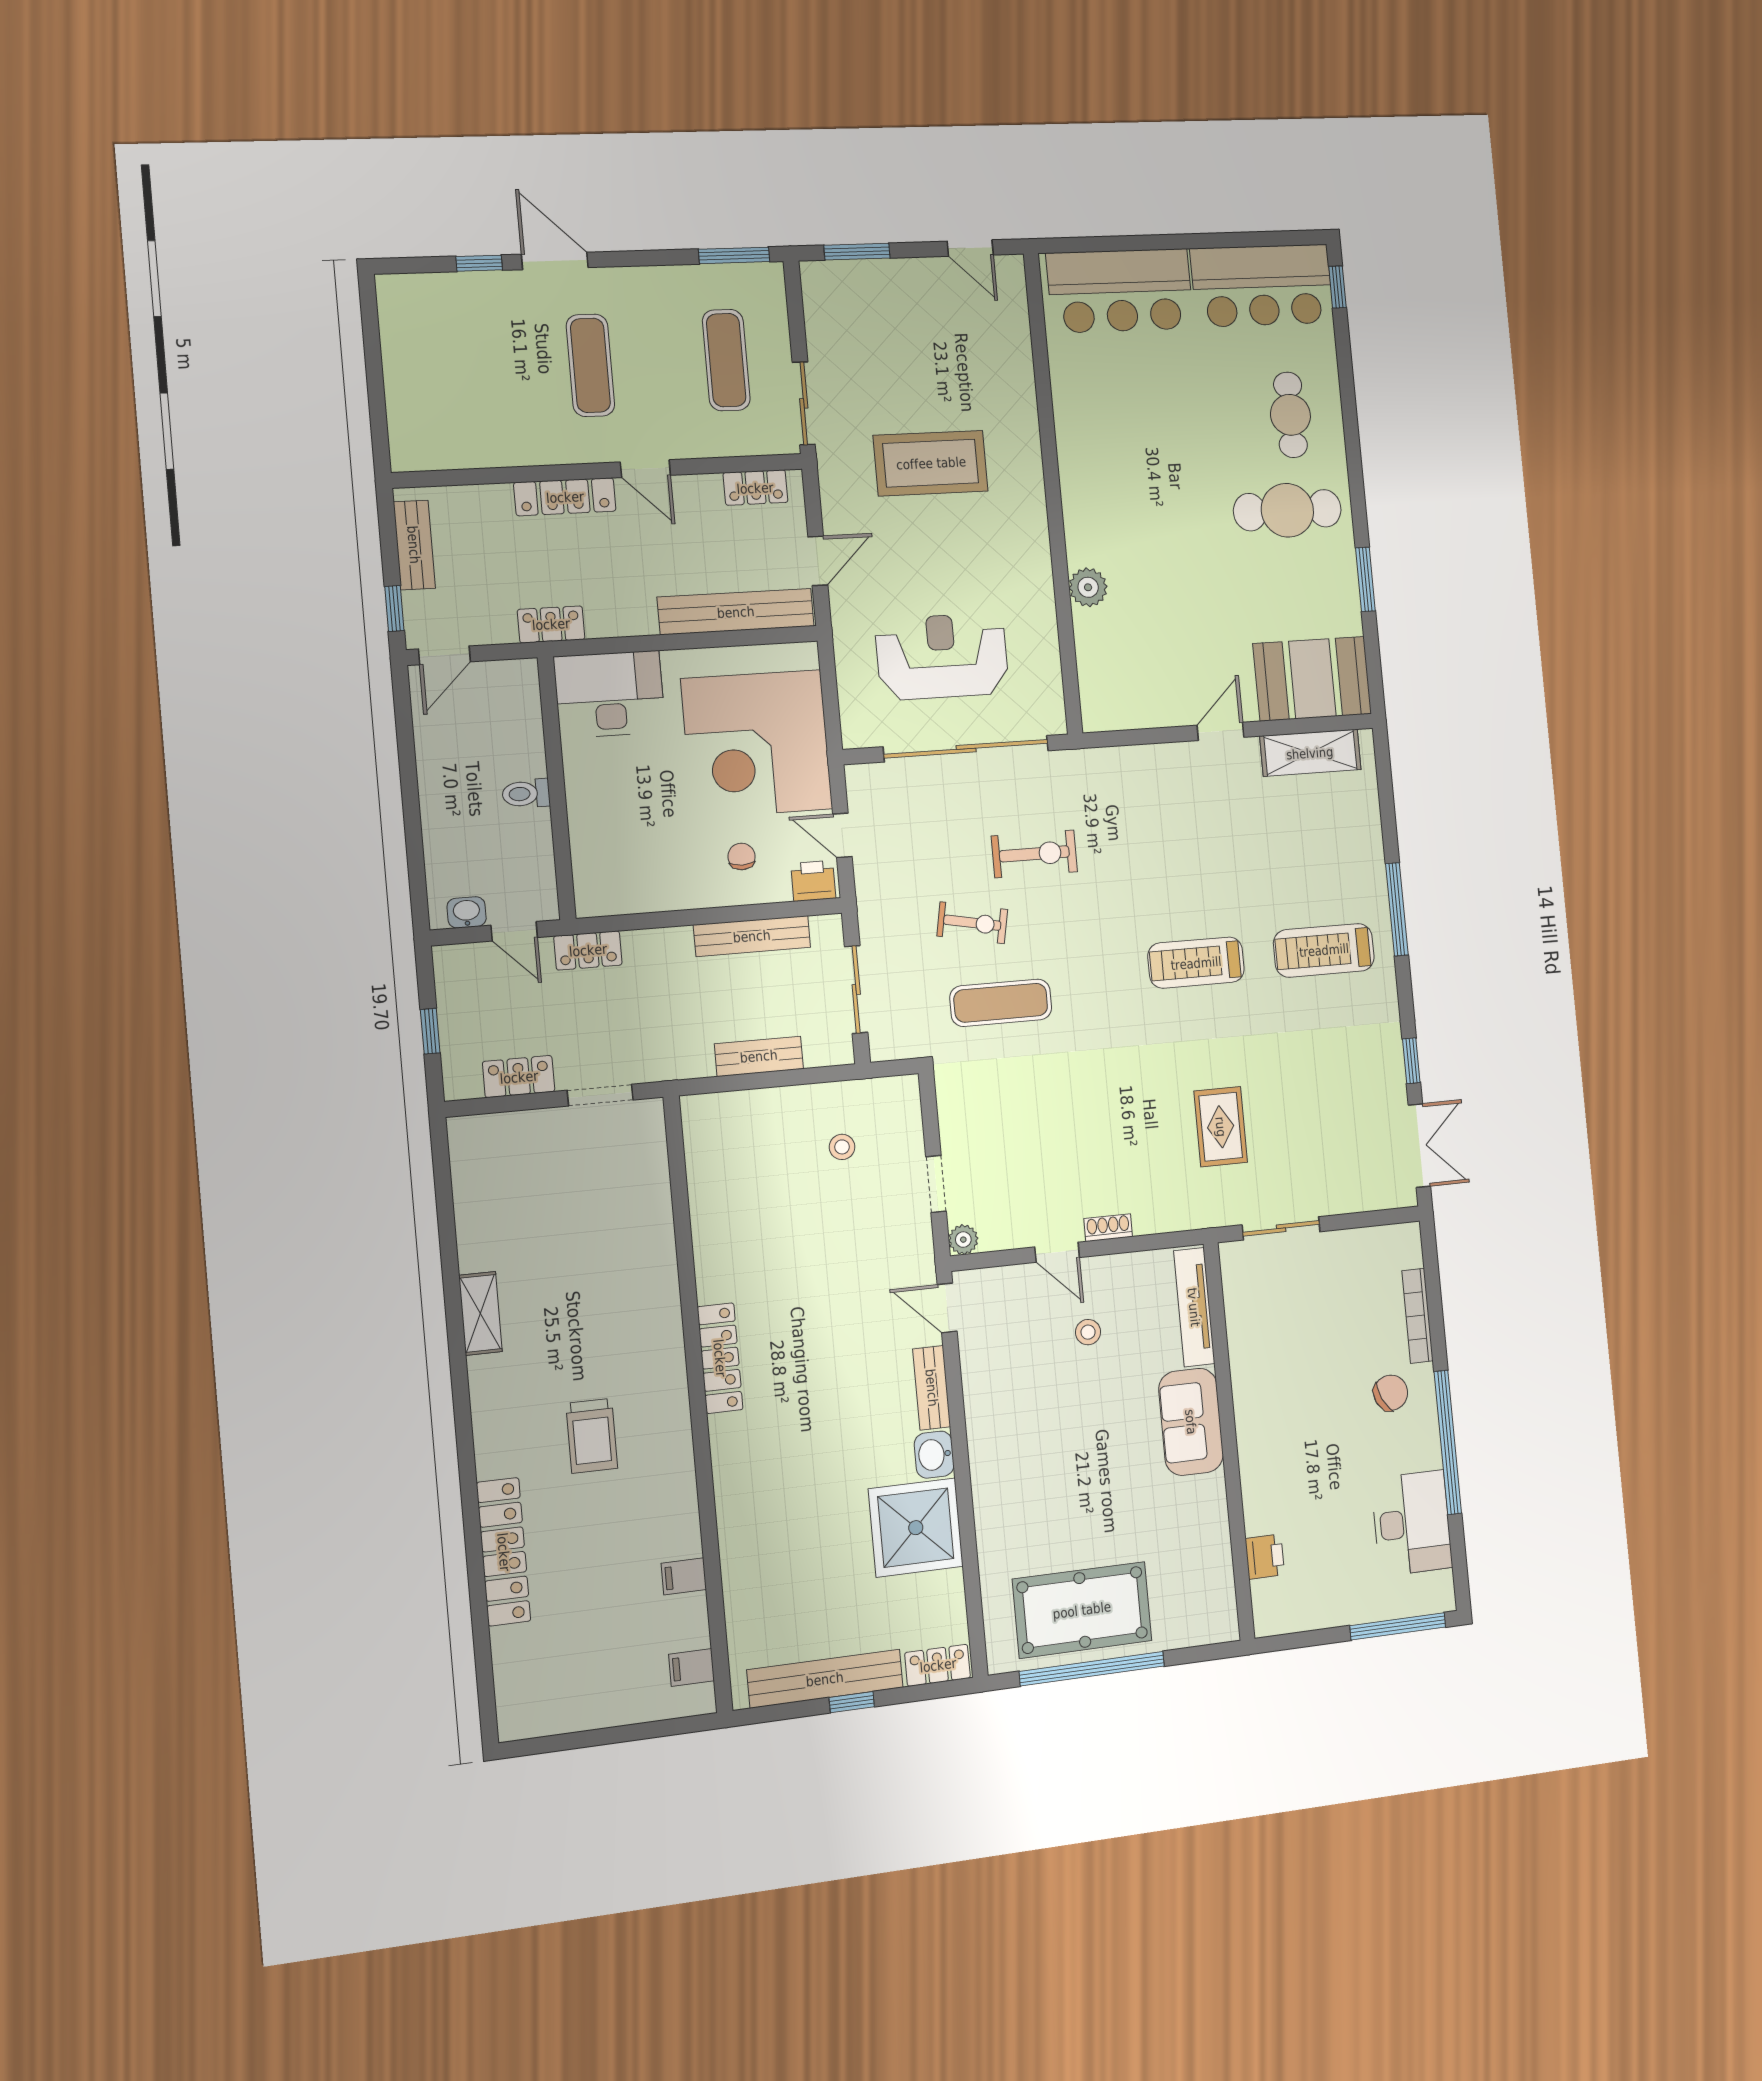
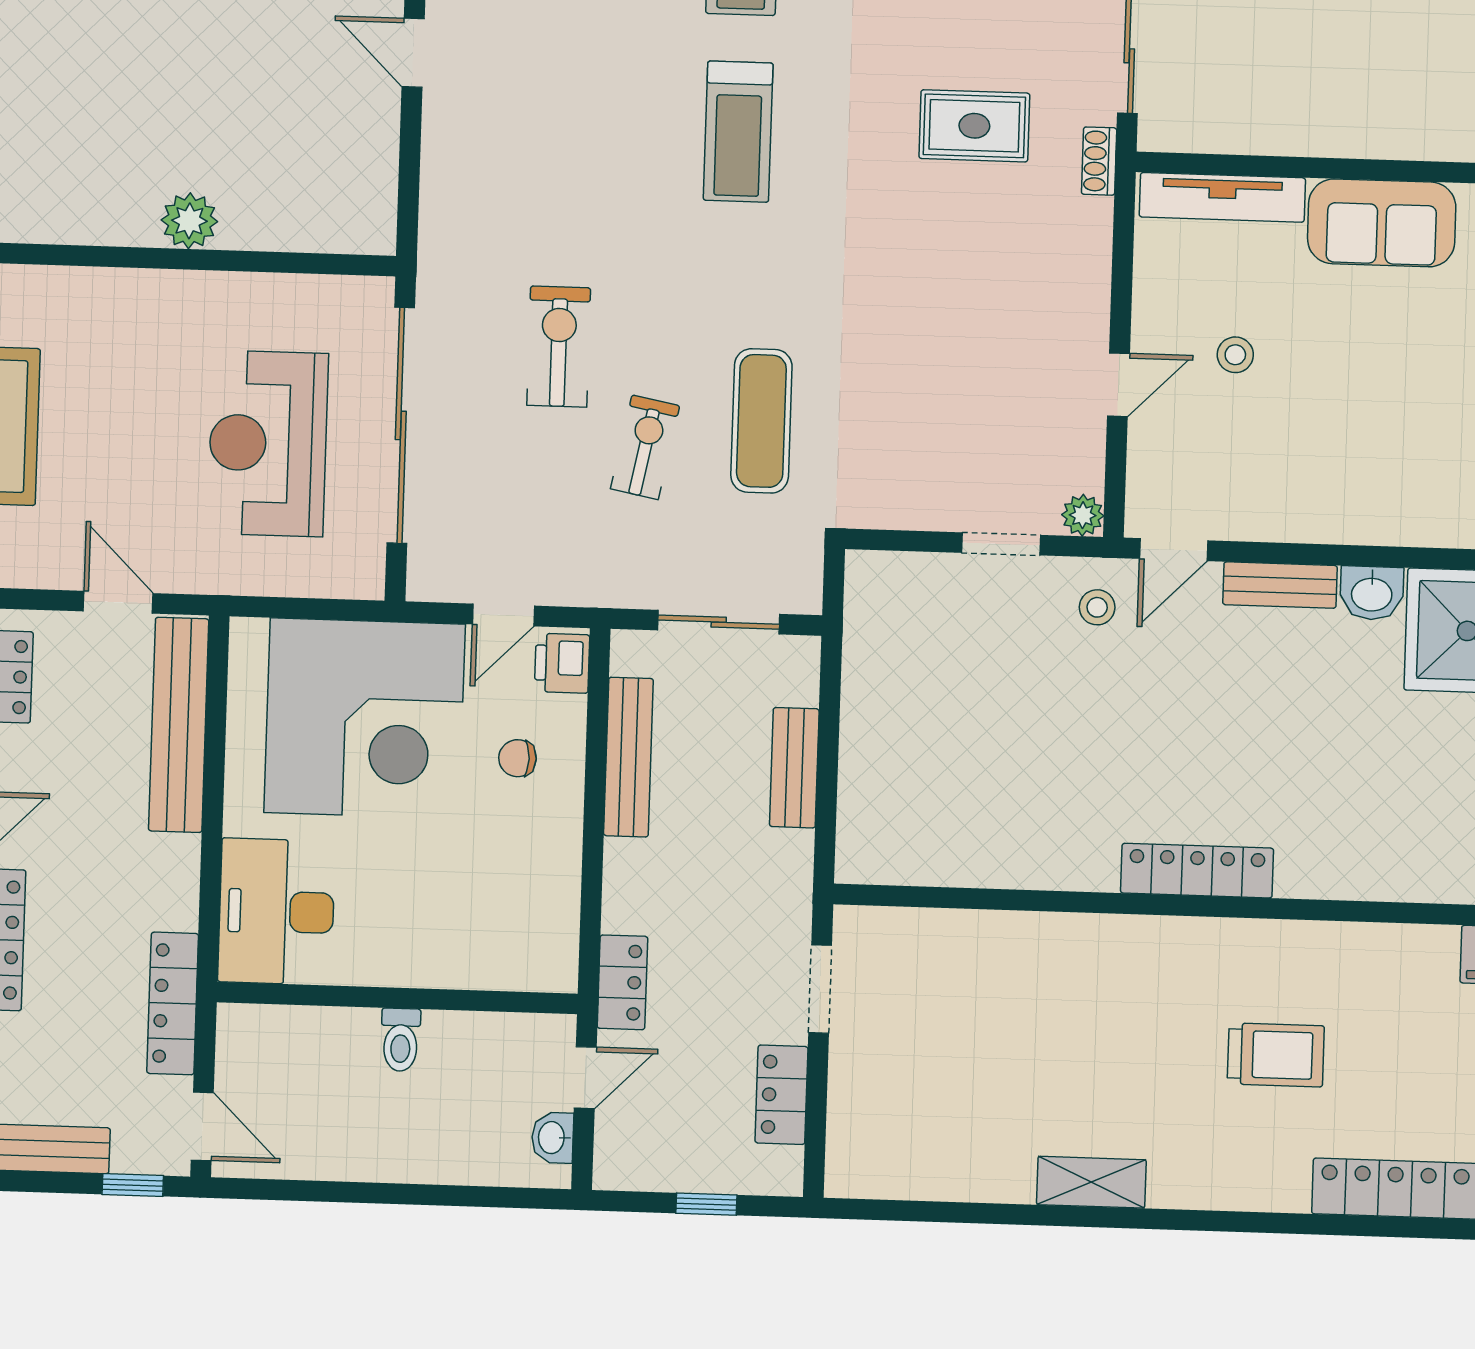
locker: (551, 624) -> (173, 1003), width x1.53
stool: (842, 1147) -> (1097, 607), moved
shoe rack: (1108, 1228) -> (1099, 161), moved

